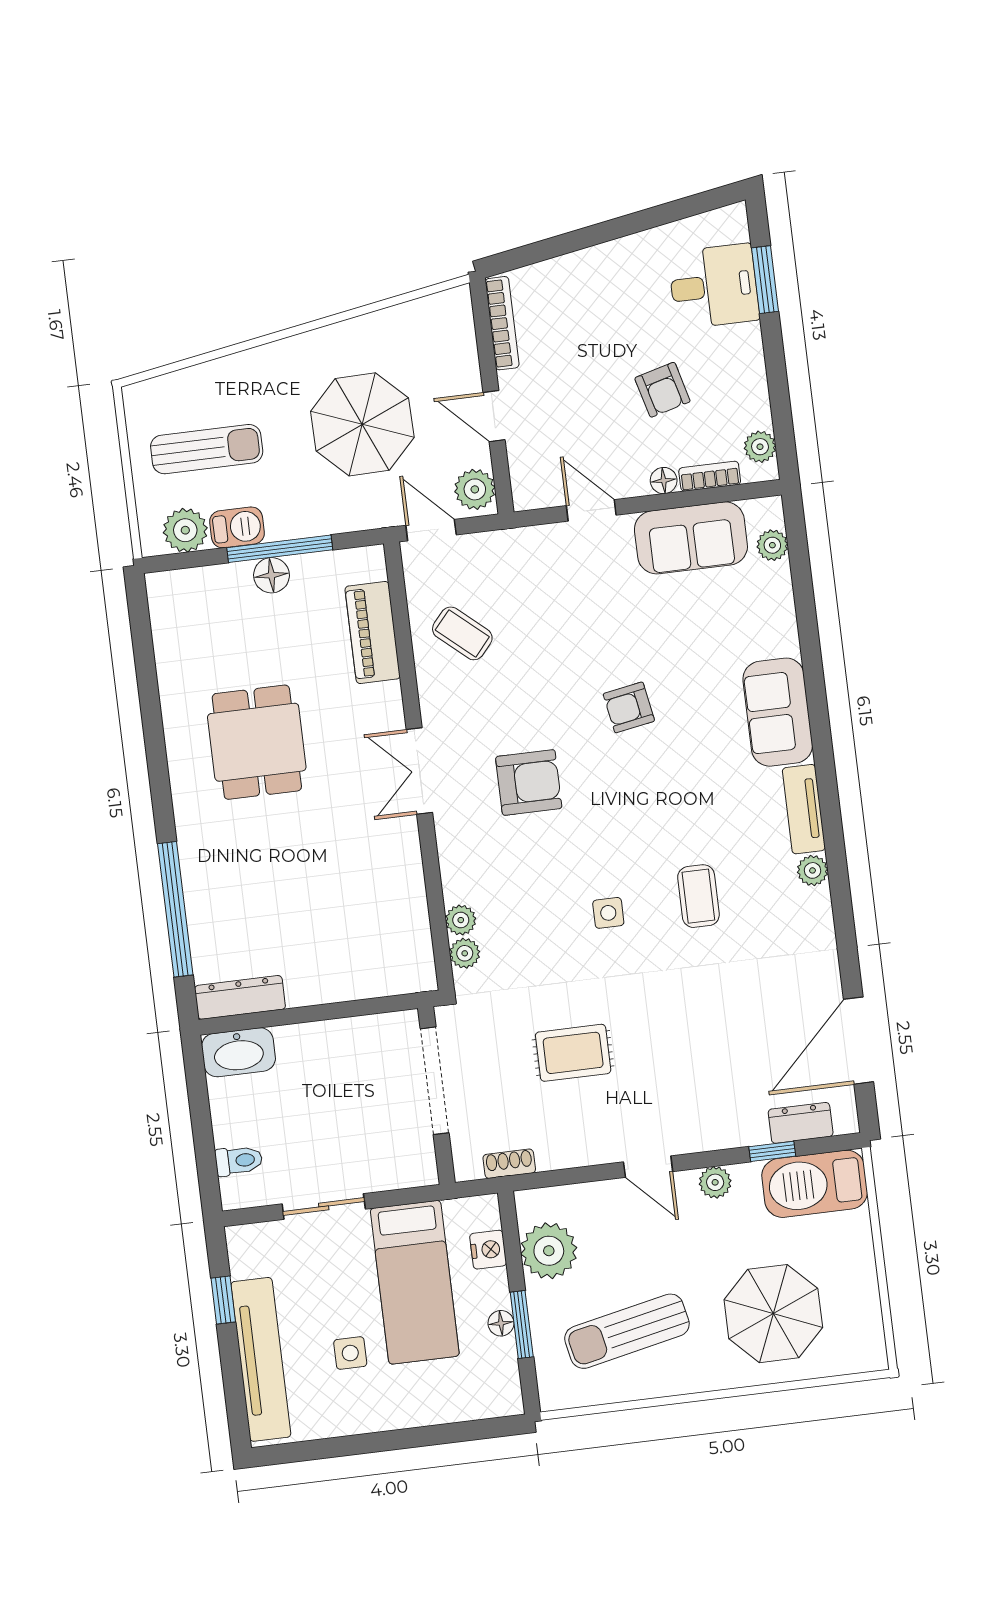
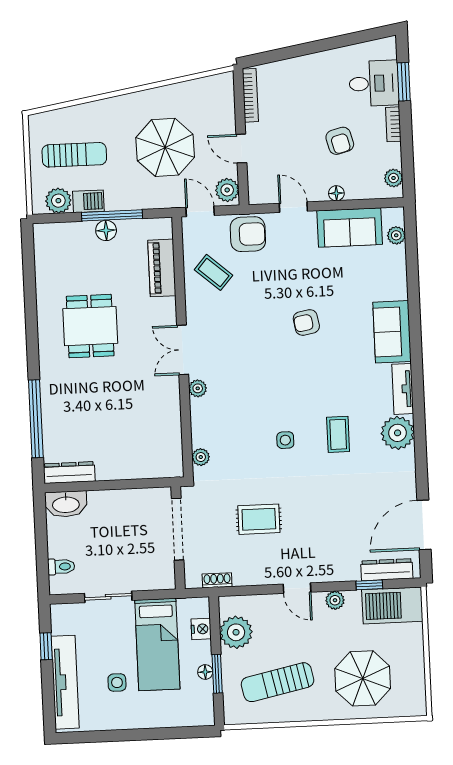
bookcase: (710, 476) -> (393, 124), moved, turned -90
armchair: (529, 782) -> (248, 234), moved
plant: (813, 870) -> (398, 433), width x1.87, depth x1.87
plant: (461, 920) -> (198, 388), moved
dresser: (801, 1123) -> (387, 570), width x1.44

